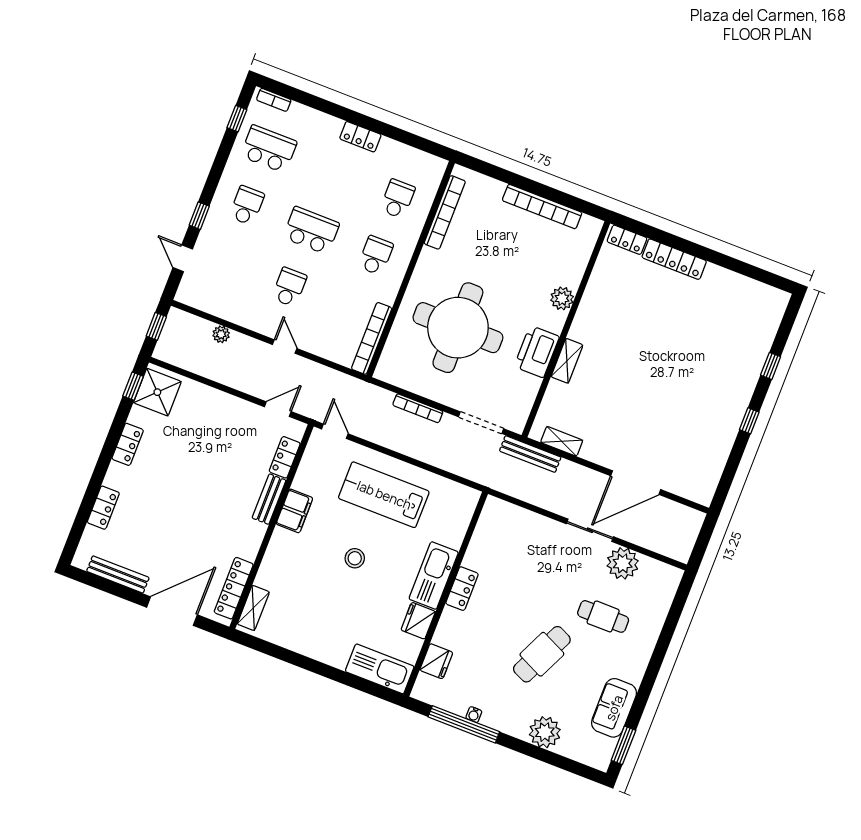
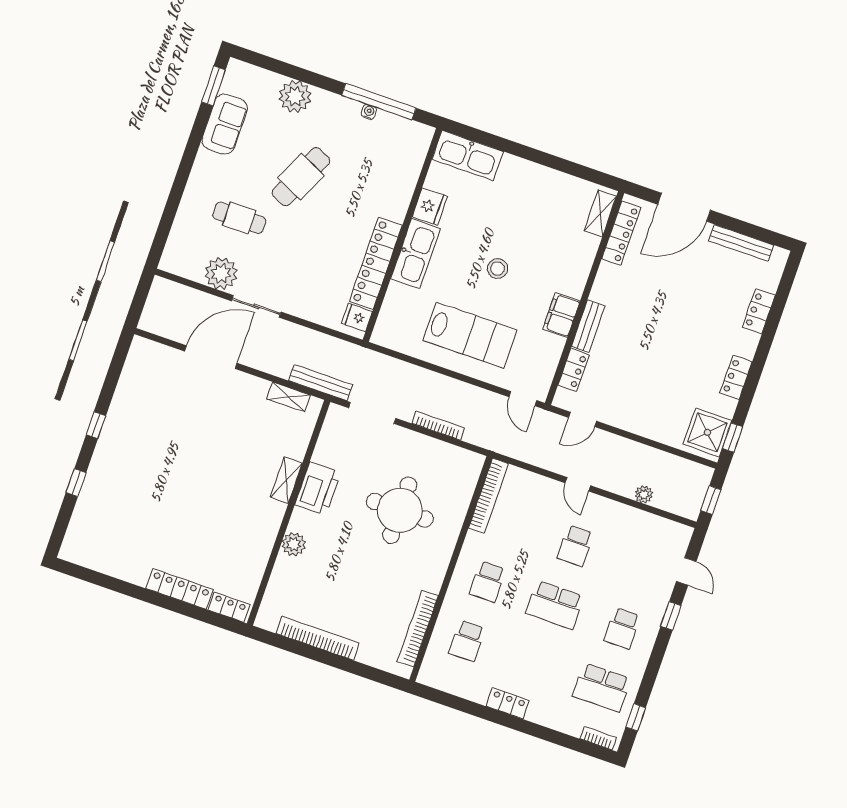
round table: (458, 328) -> (400, 510), width x0.73, depth x0.73
locker: (462, 589) -> (376, 263), width x2.16, depth x1.21
fridge: (436, 661) -> (357, 317), moved, width x0.72

